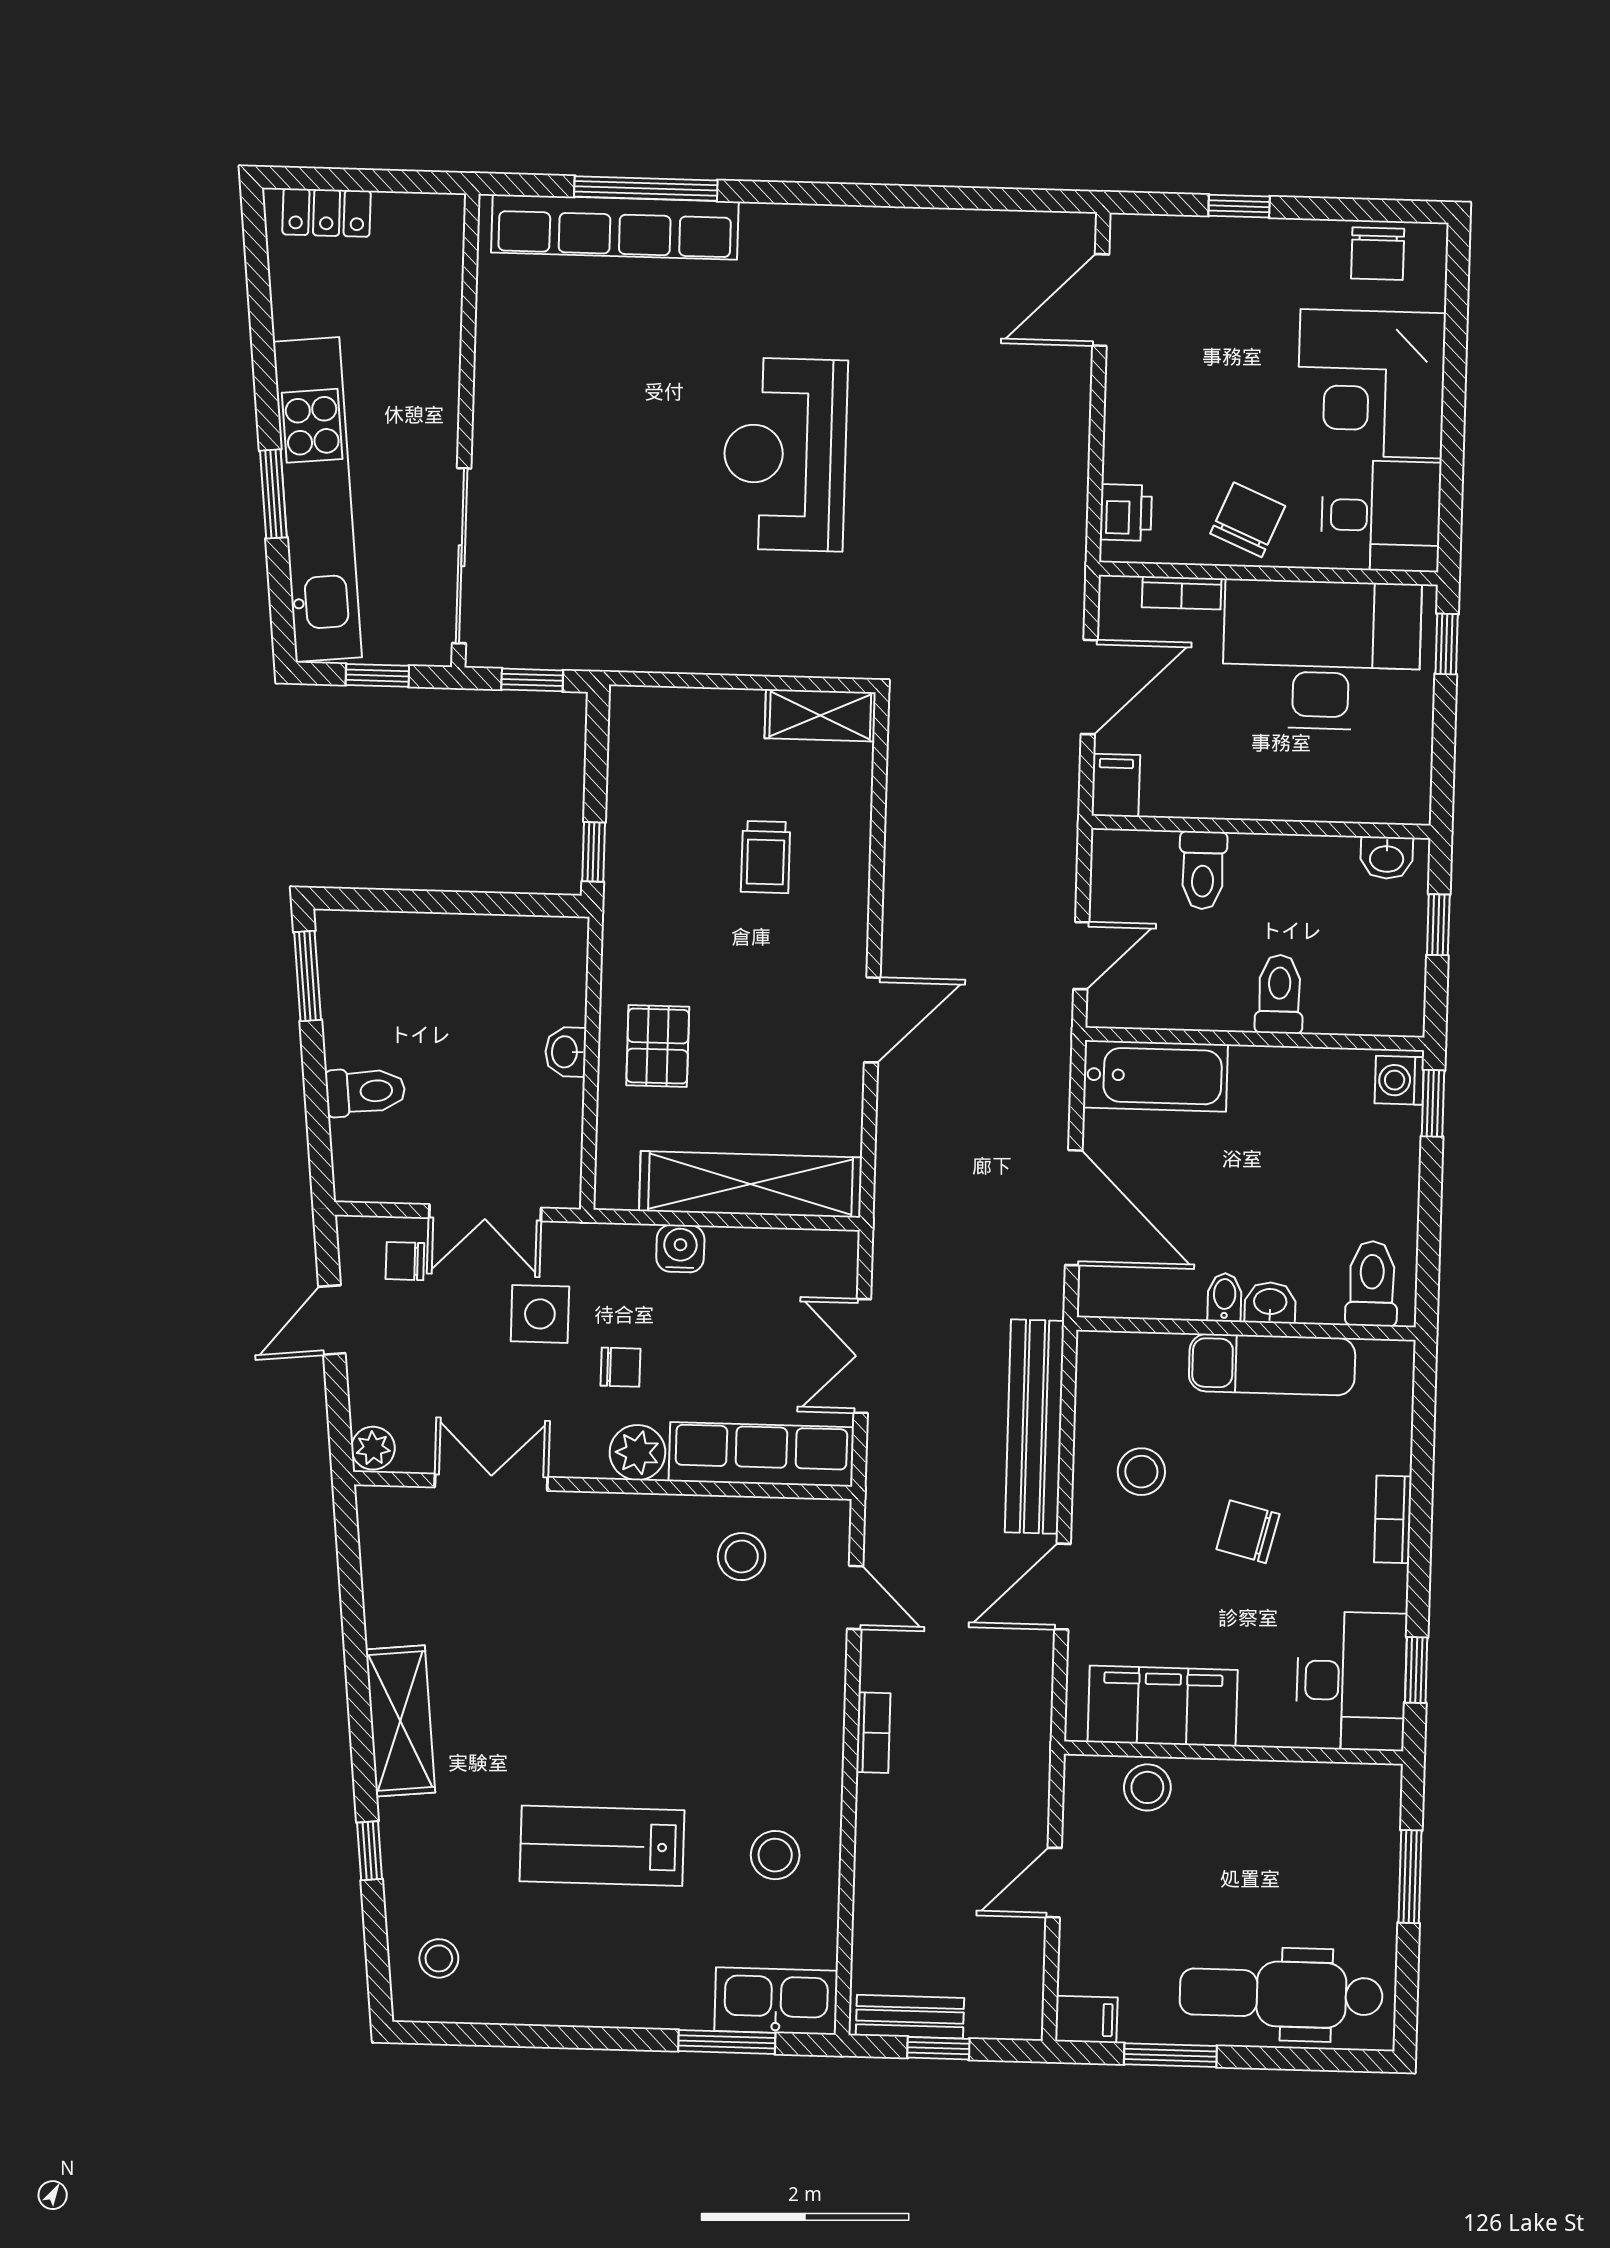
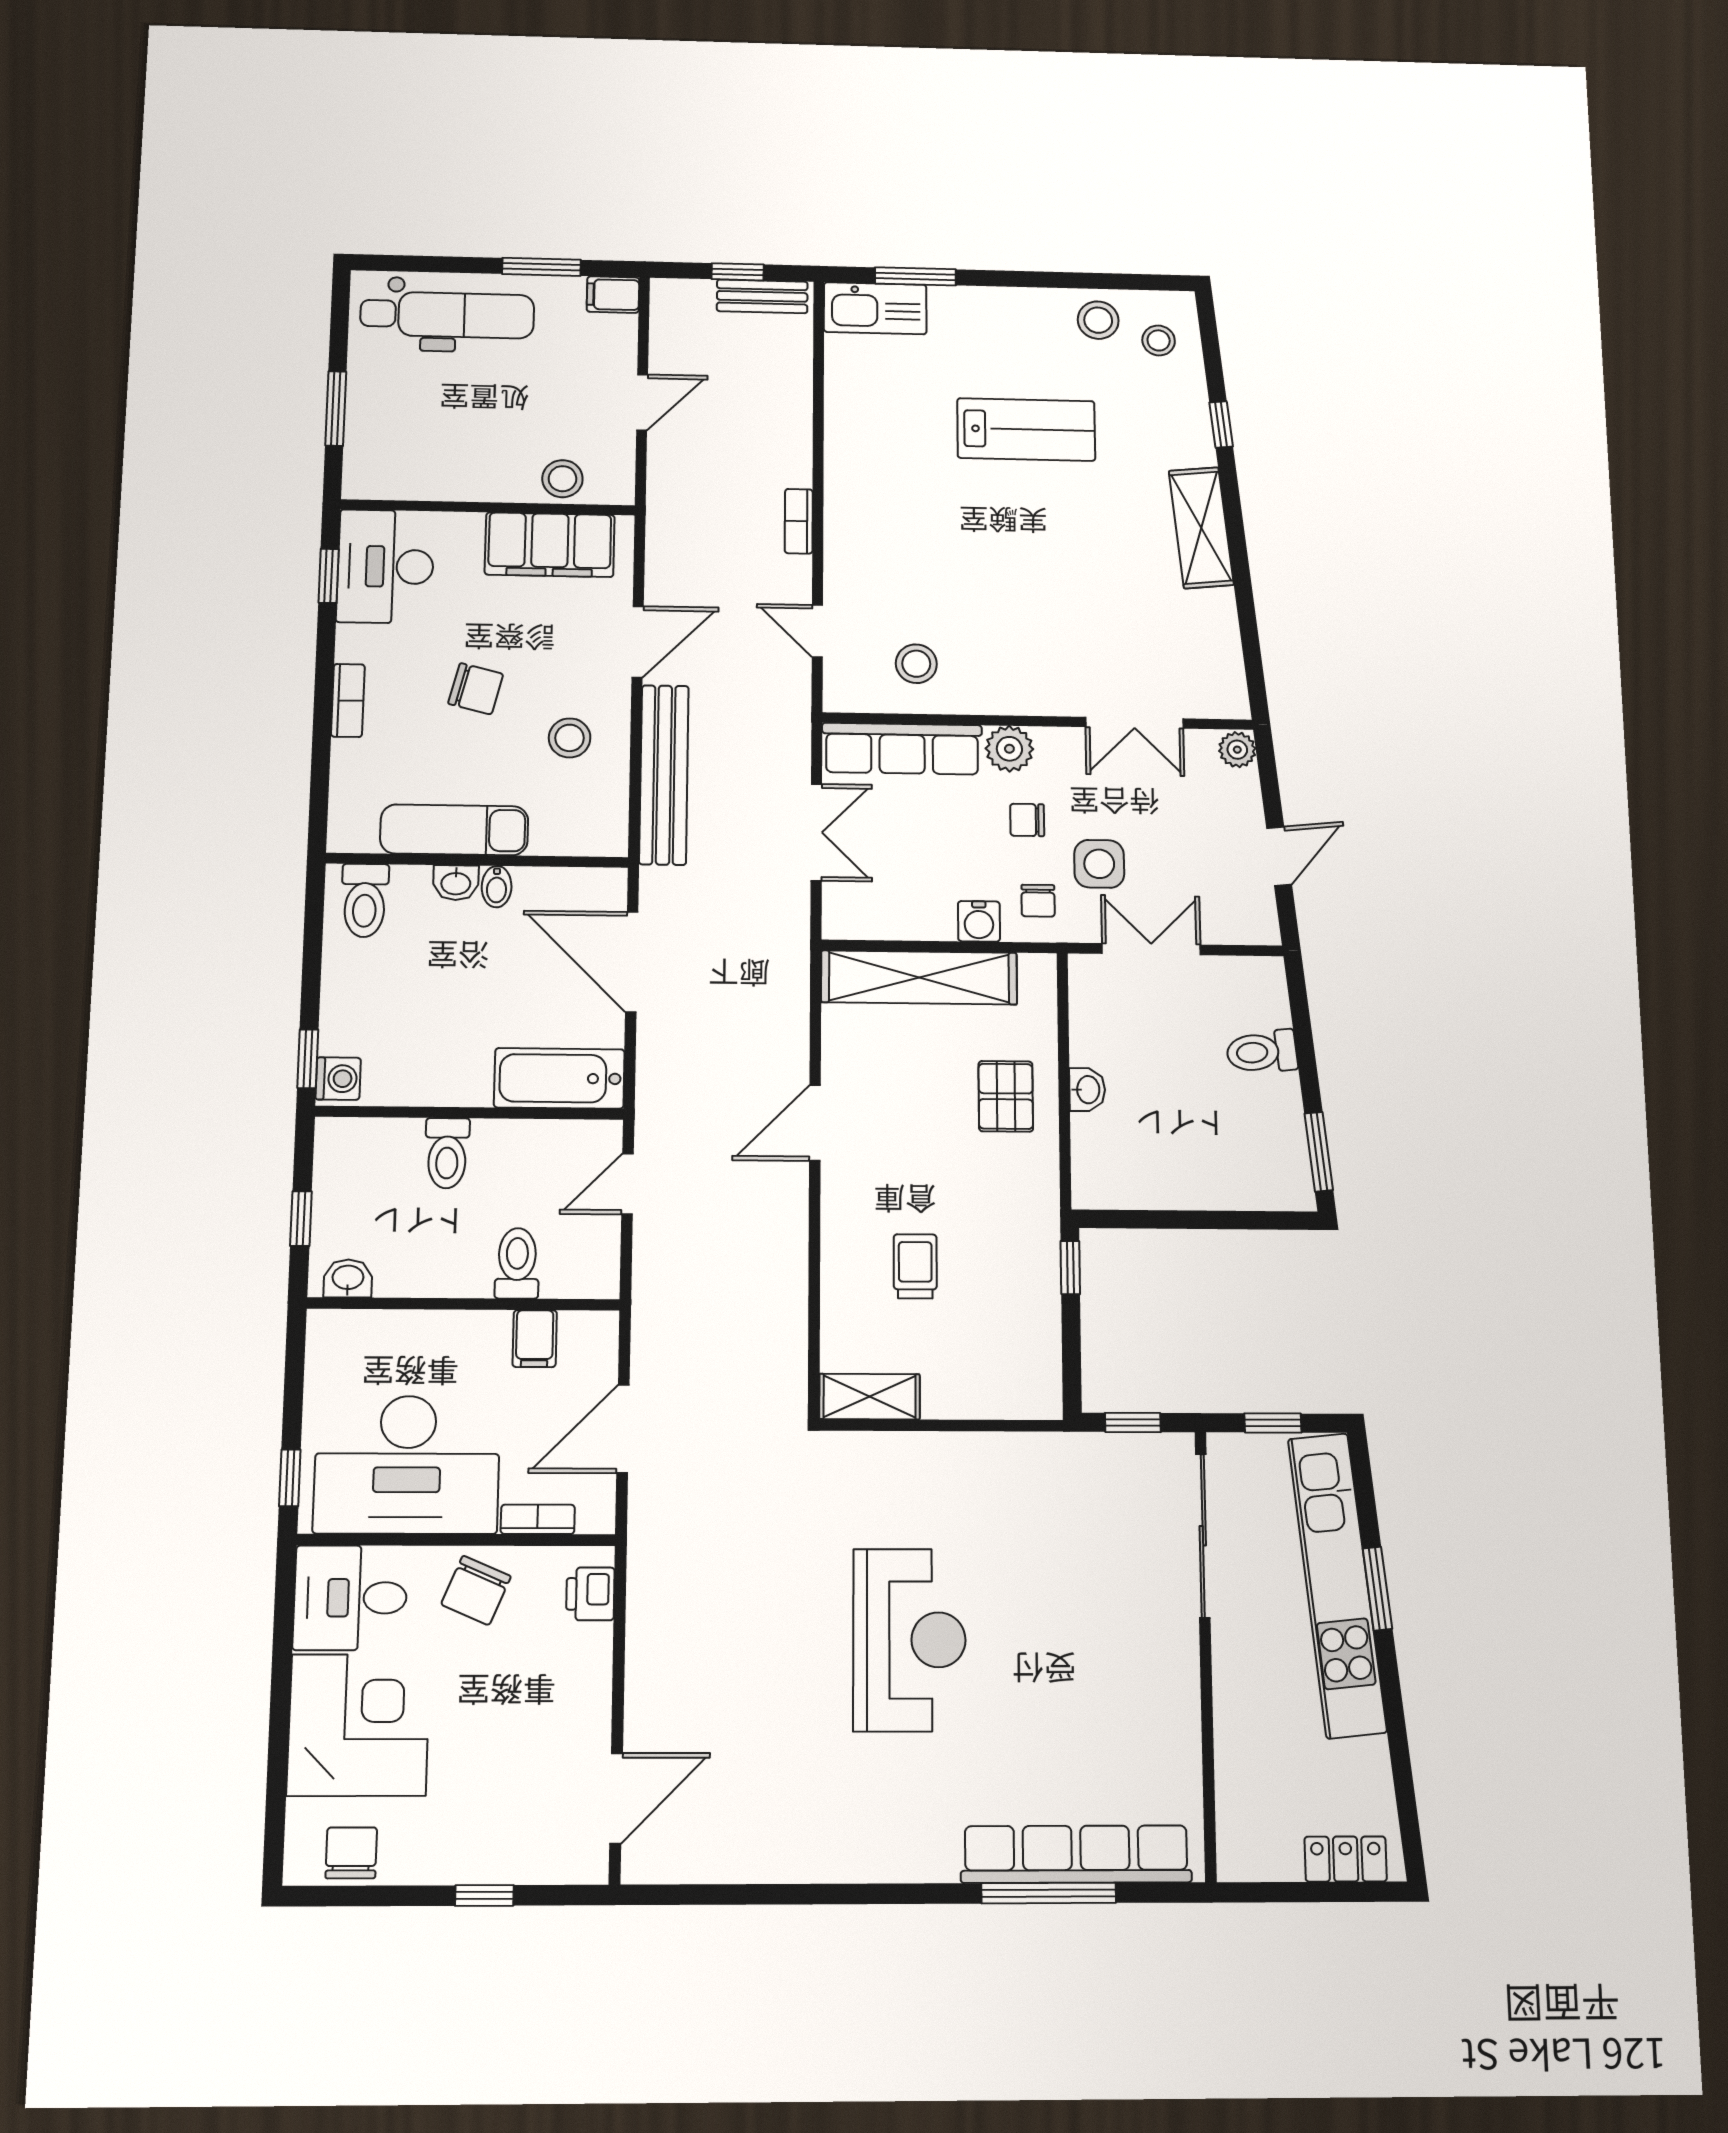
filing cabinet: (1116, 785) -> (535, 1339), moved
chair: (405, 1261) -> (1038, 901), moved, turned 90
stool: (775, 1855) -> (1098, 320), moved

